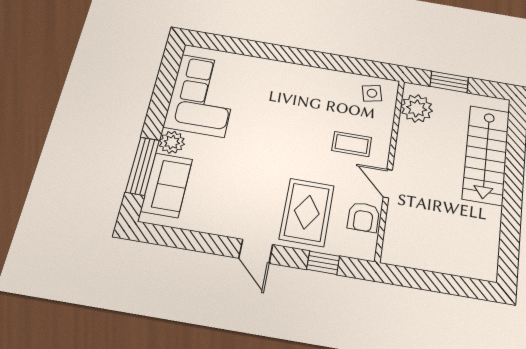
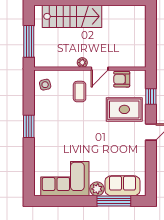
window: (305, 57) -> (29, 126), added
window: (449, 82) -> (29, 41), width x1.44
plant: (417, 108) -> (82, 63), moved, width x0.53, depth x0.53
armchair: (363, 217) -> (122, 79), turned 180

